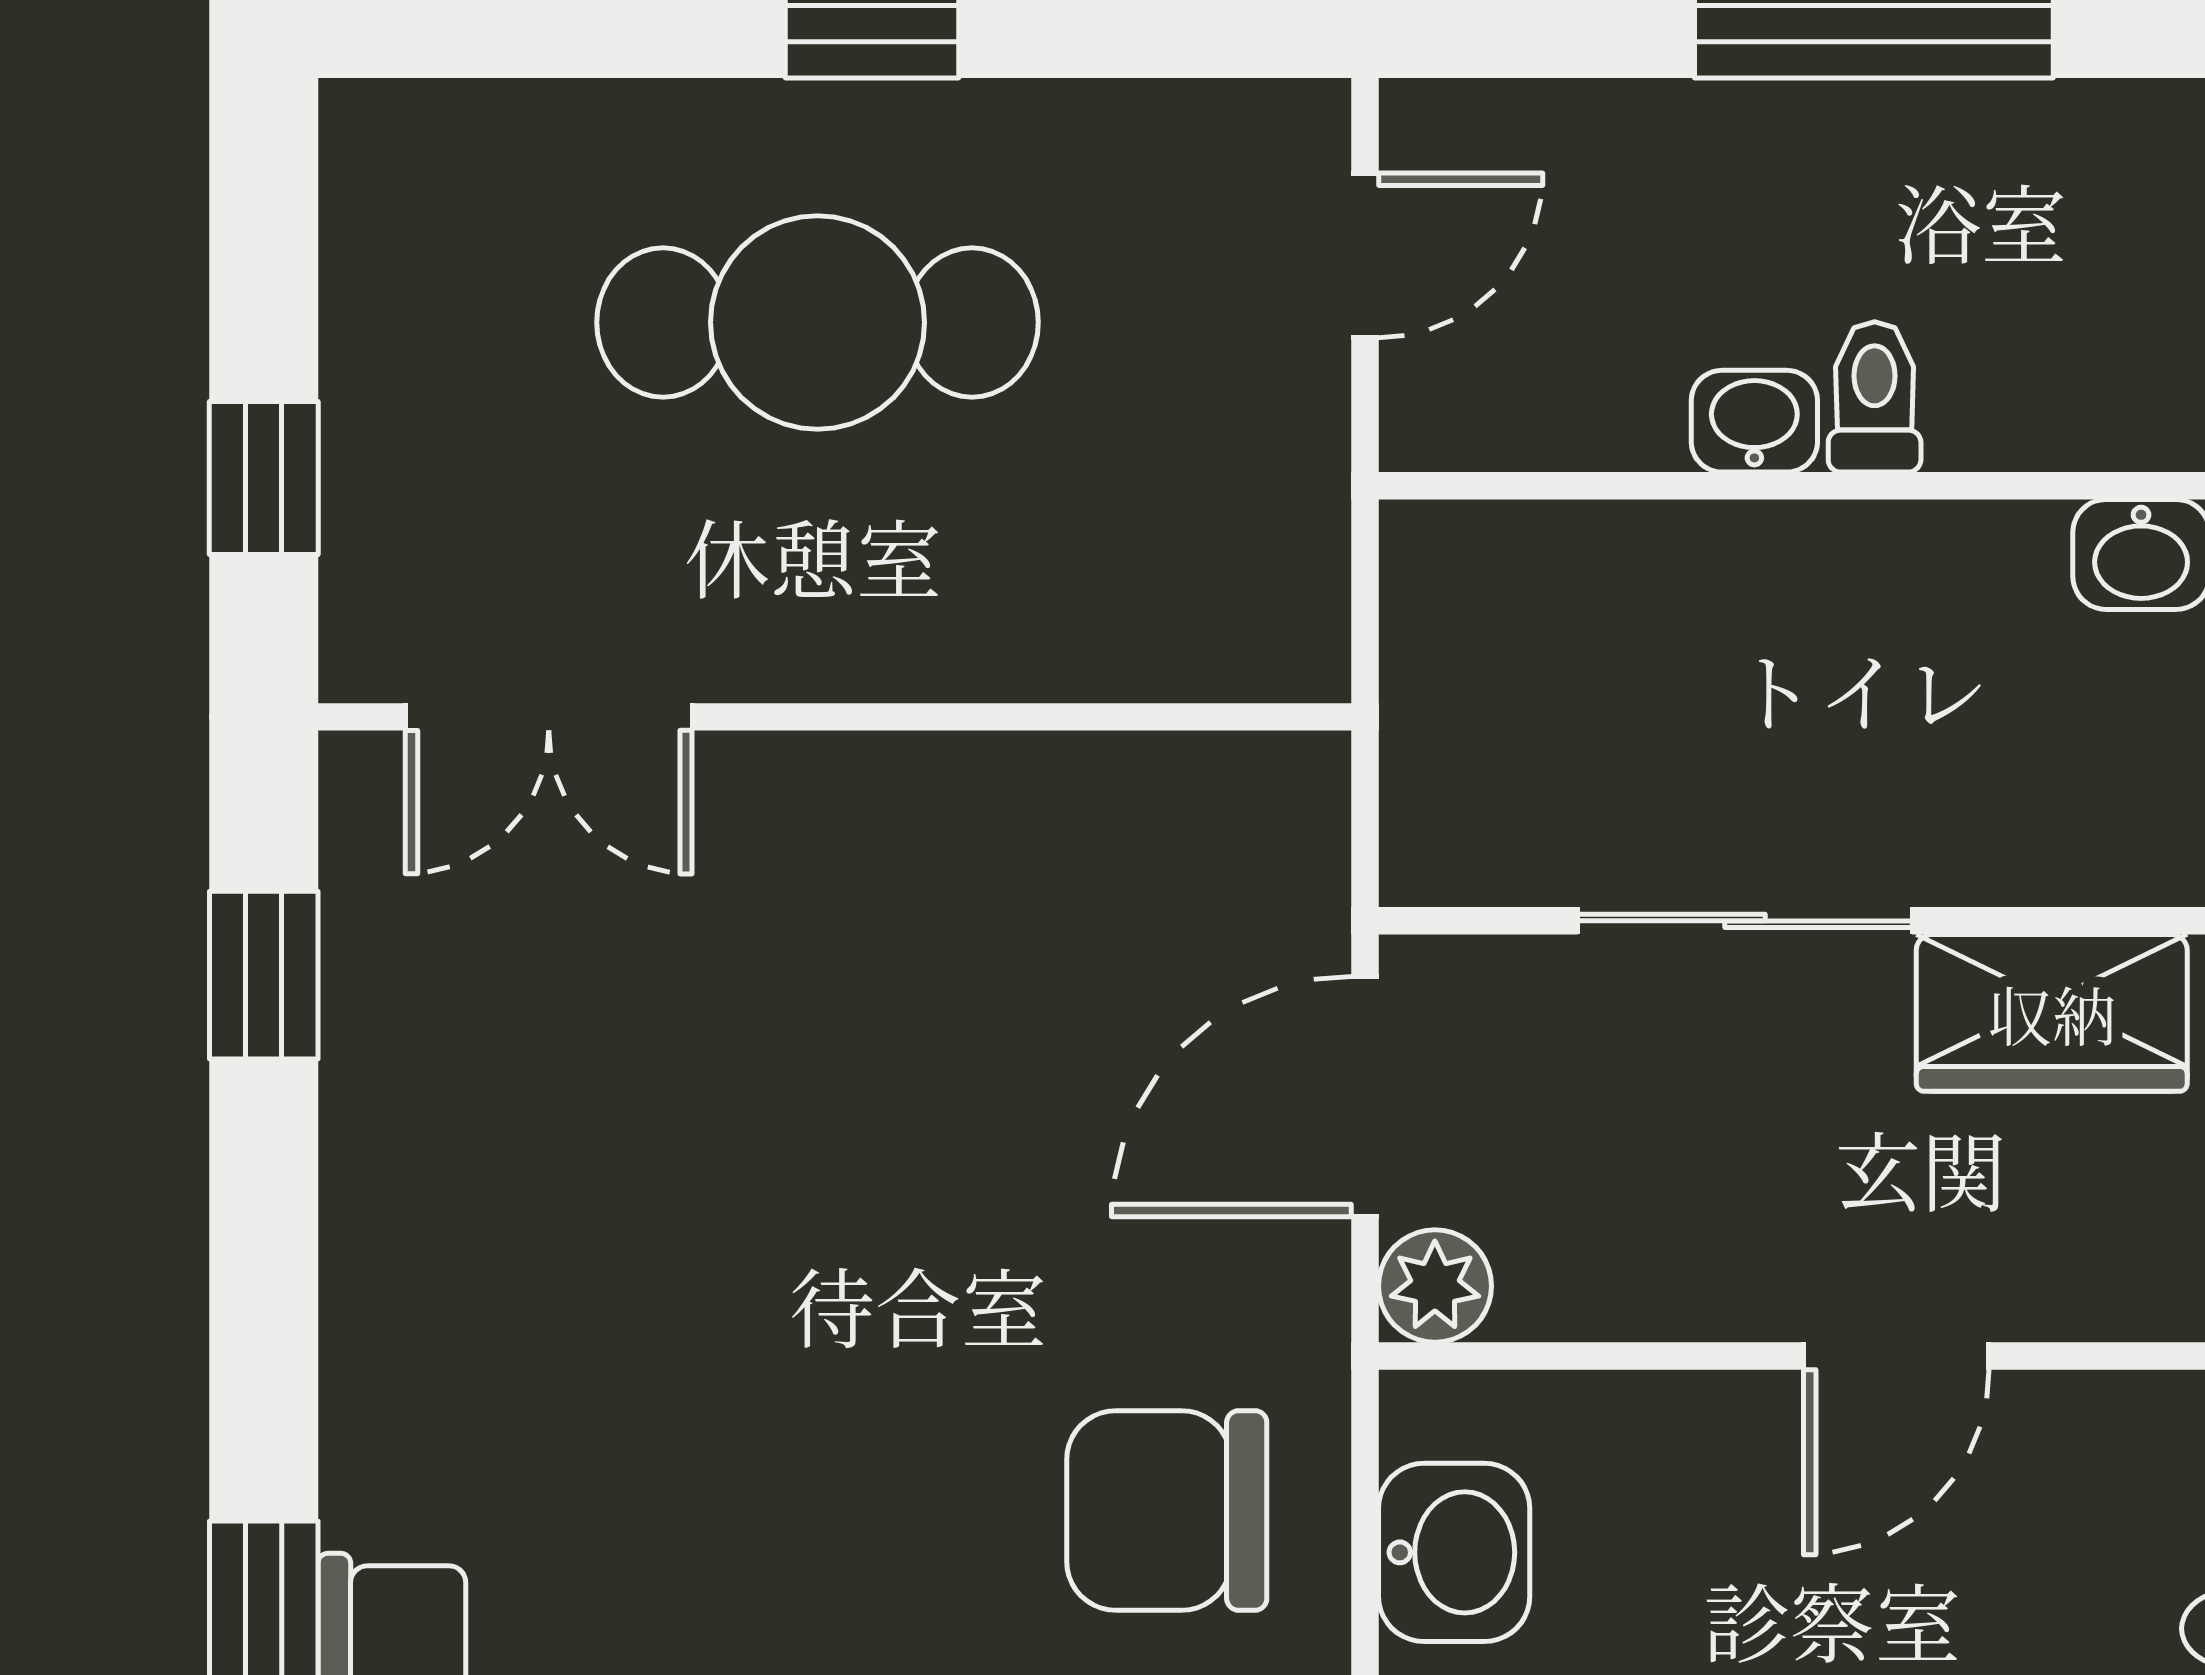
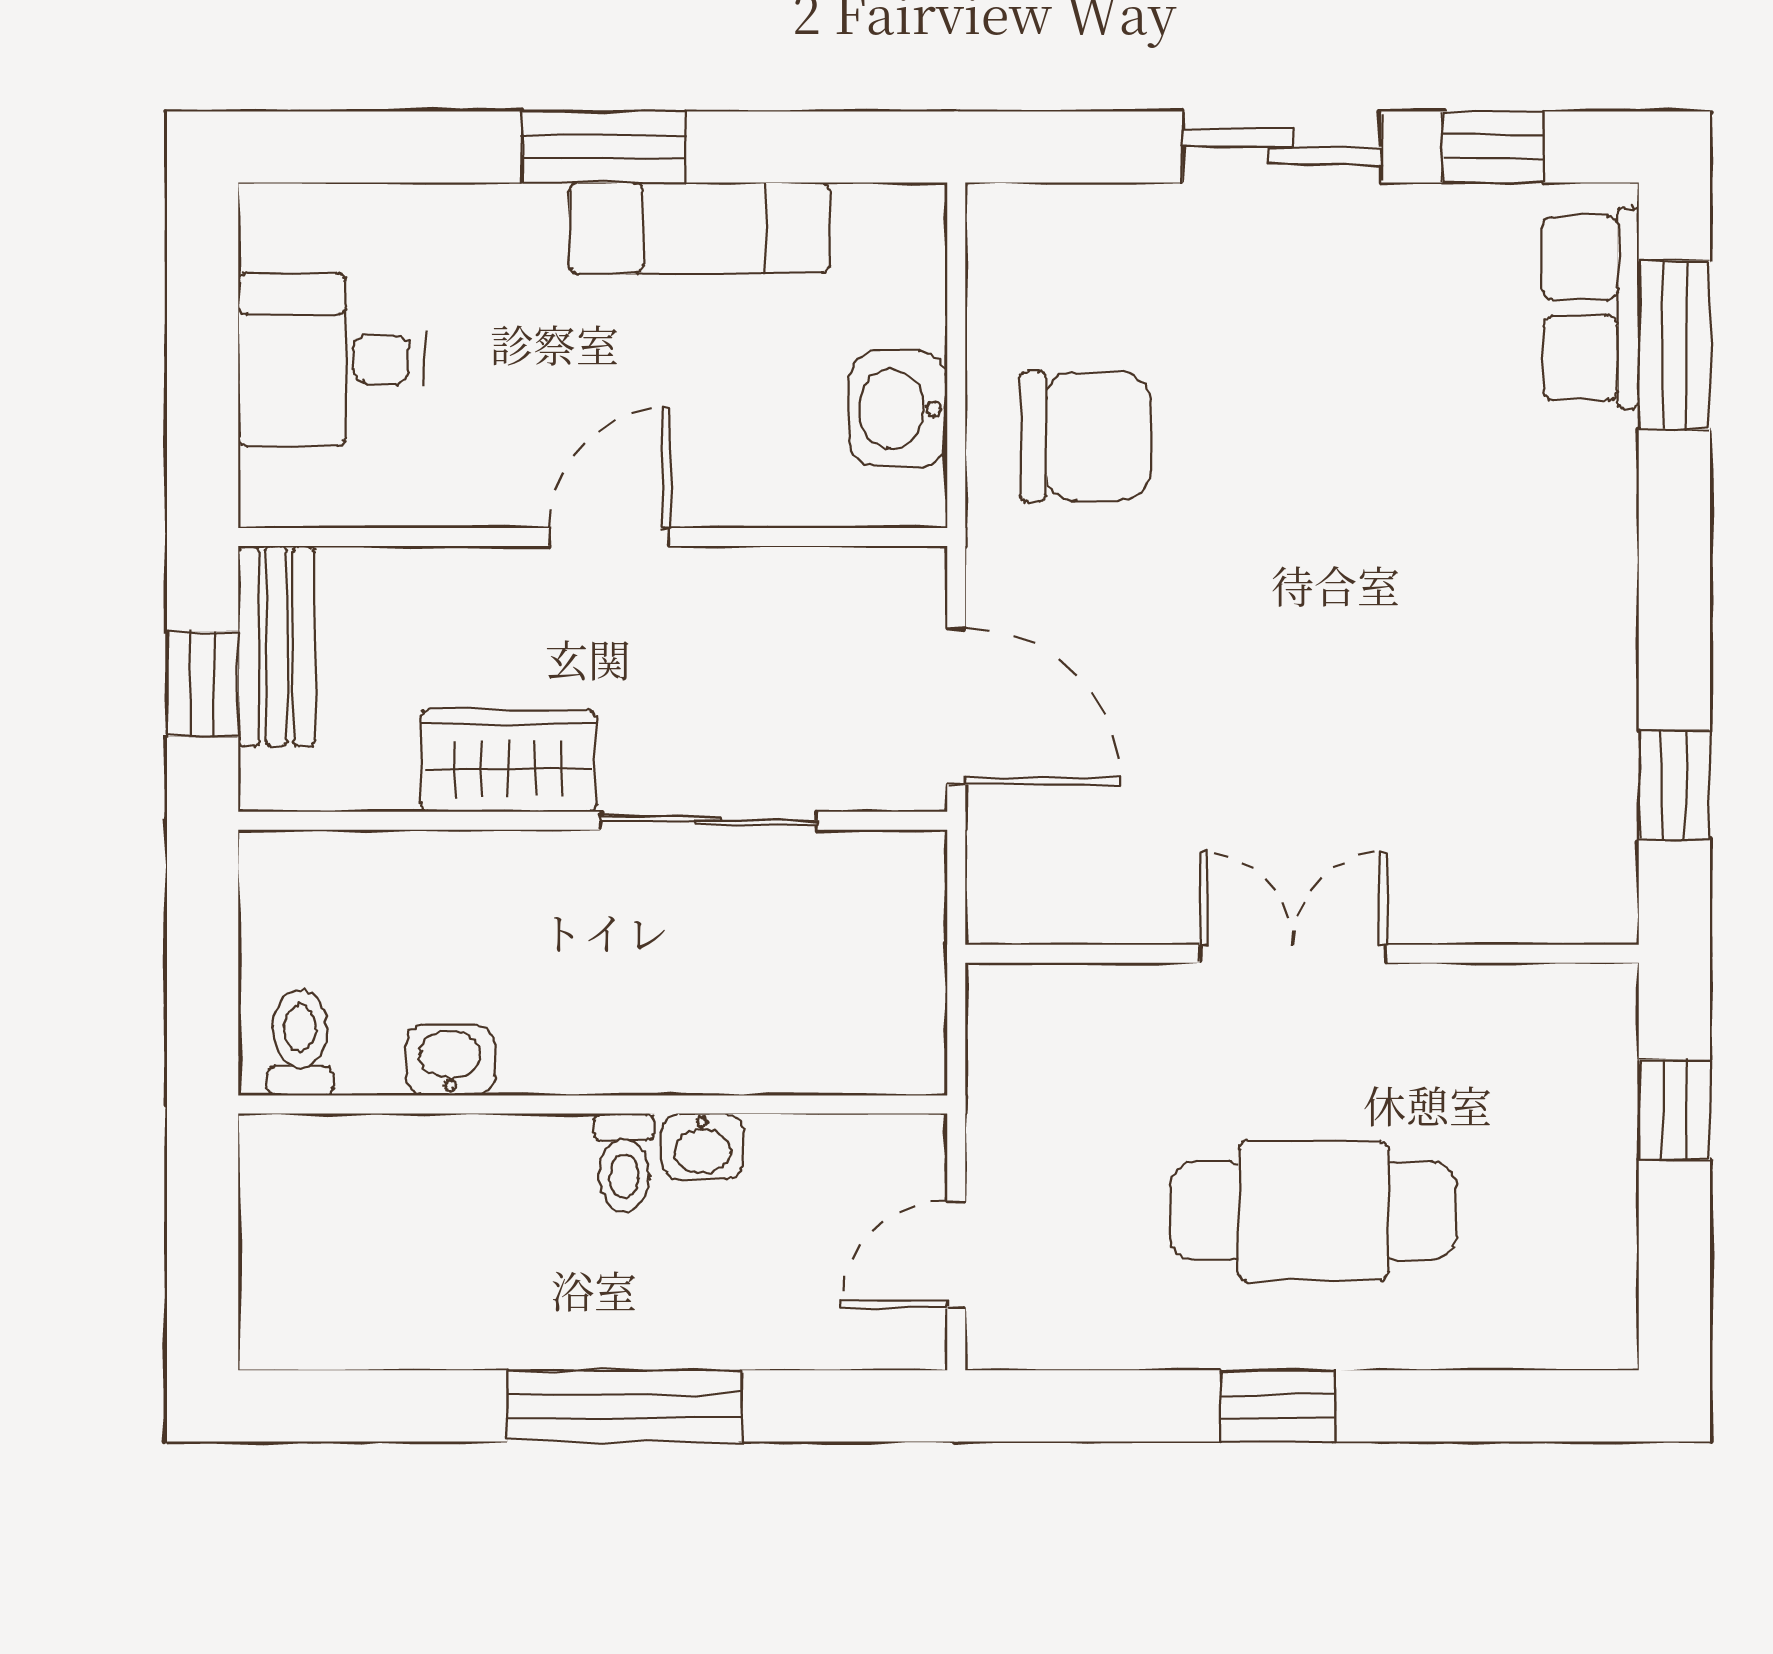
double door: (549, 717) -> (1293, 954), moved
door: (1365, 1097) -> (956, 706), hinge flipped
plant: (1435, 1286) -> (911, 583), removed

